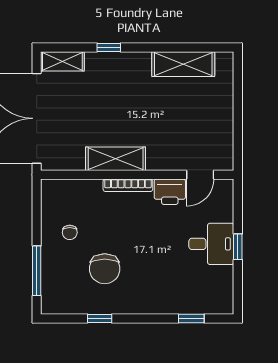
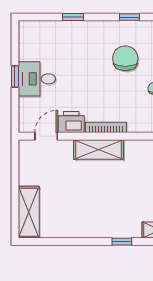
shelving: (183, 64) -> (29, 212), moved, turned 90
shelving: (116, 159) -> (98, 149), moved
window: (191, 319) -> (73, 17), moved

